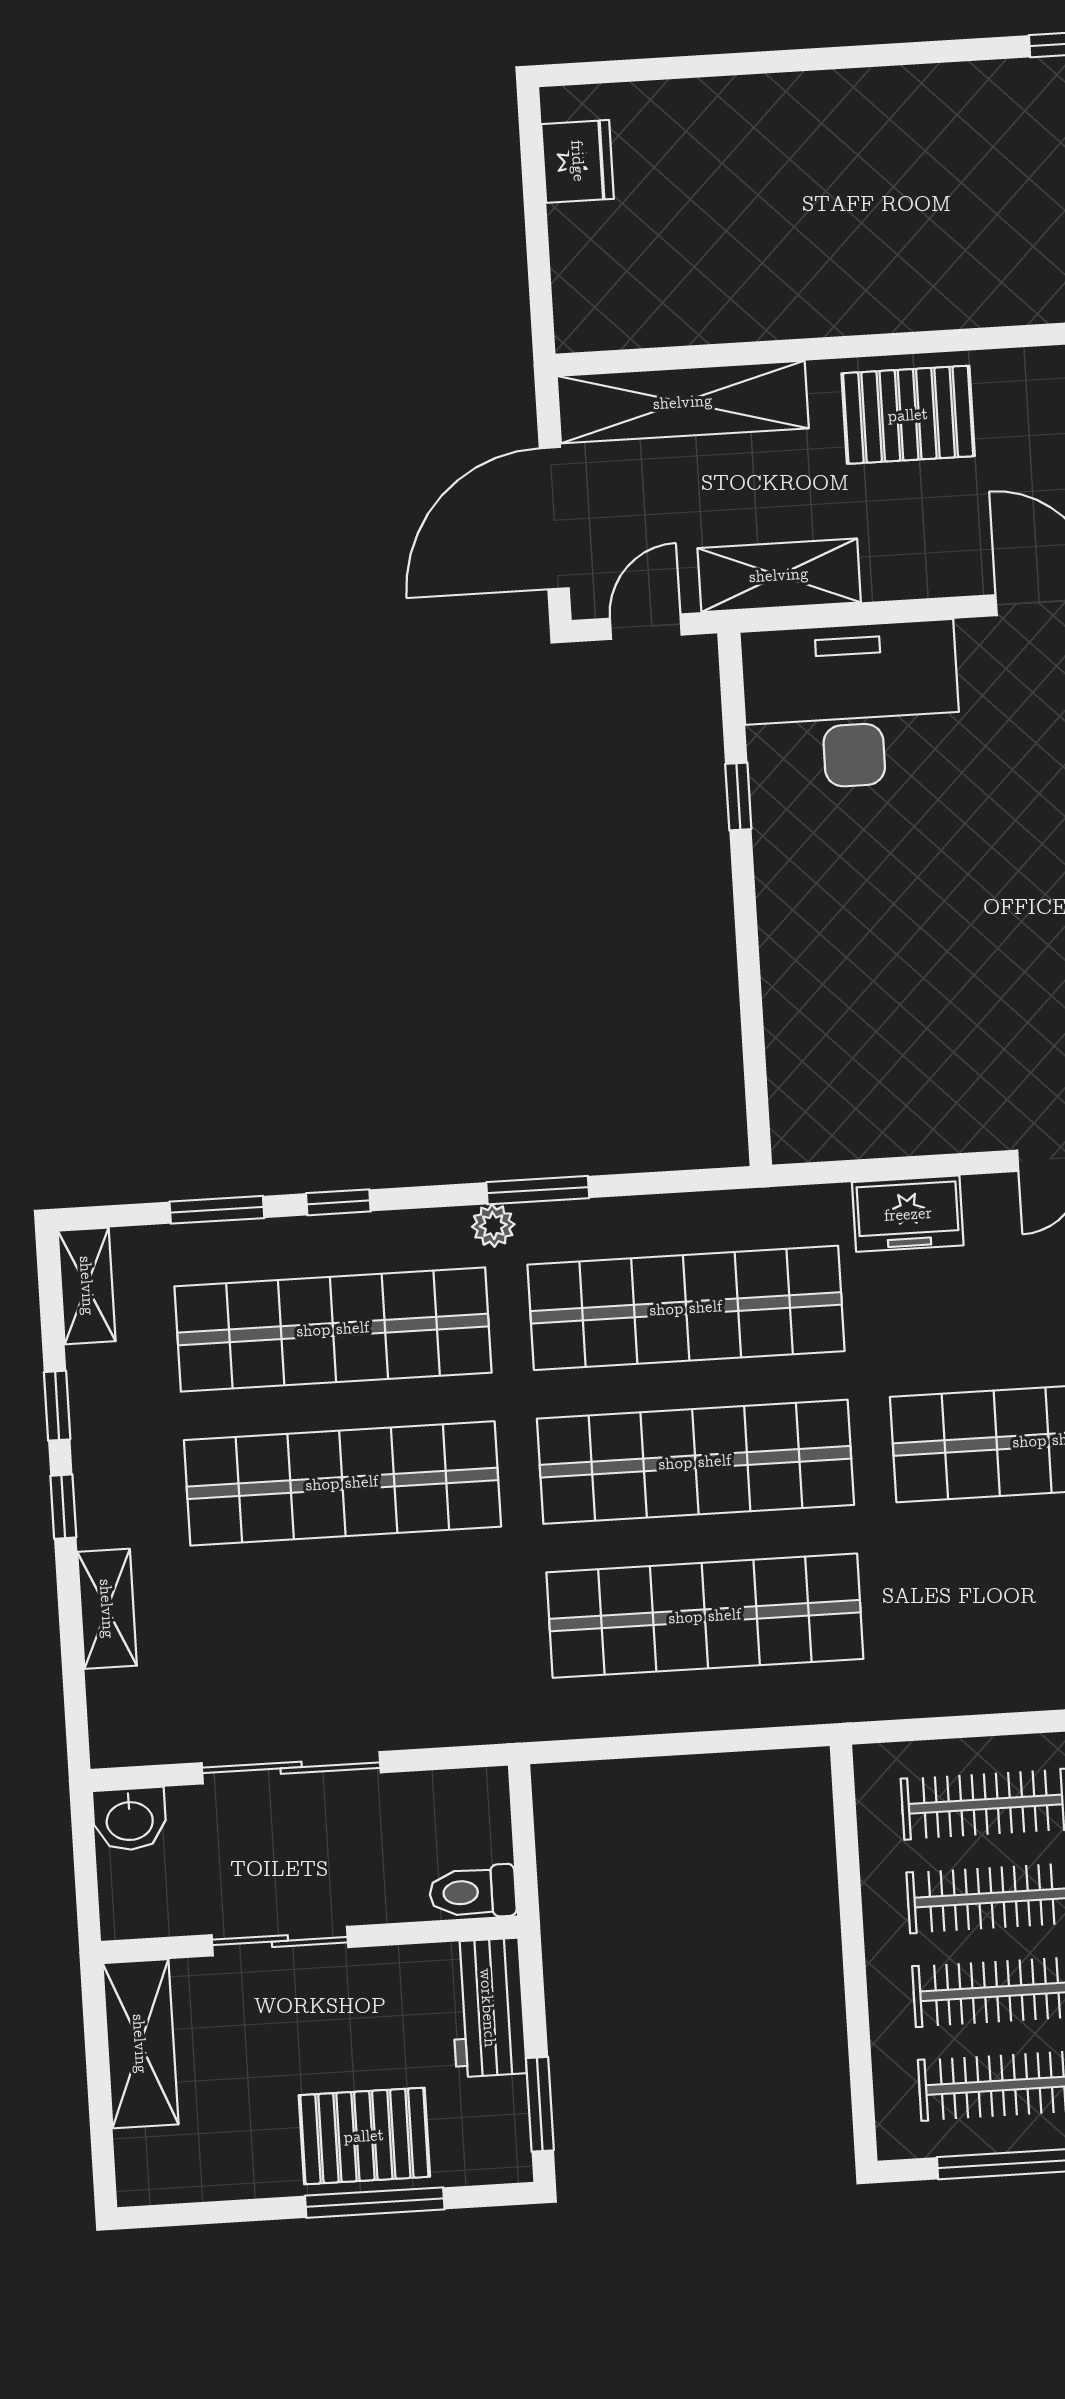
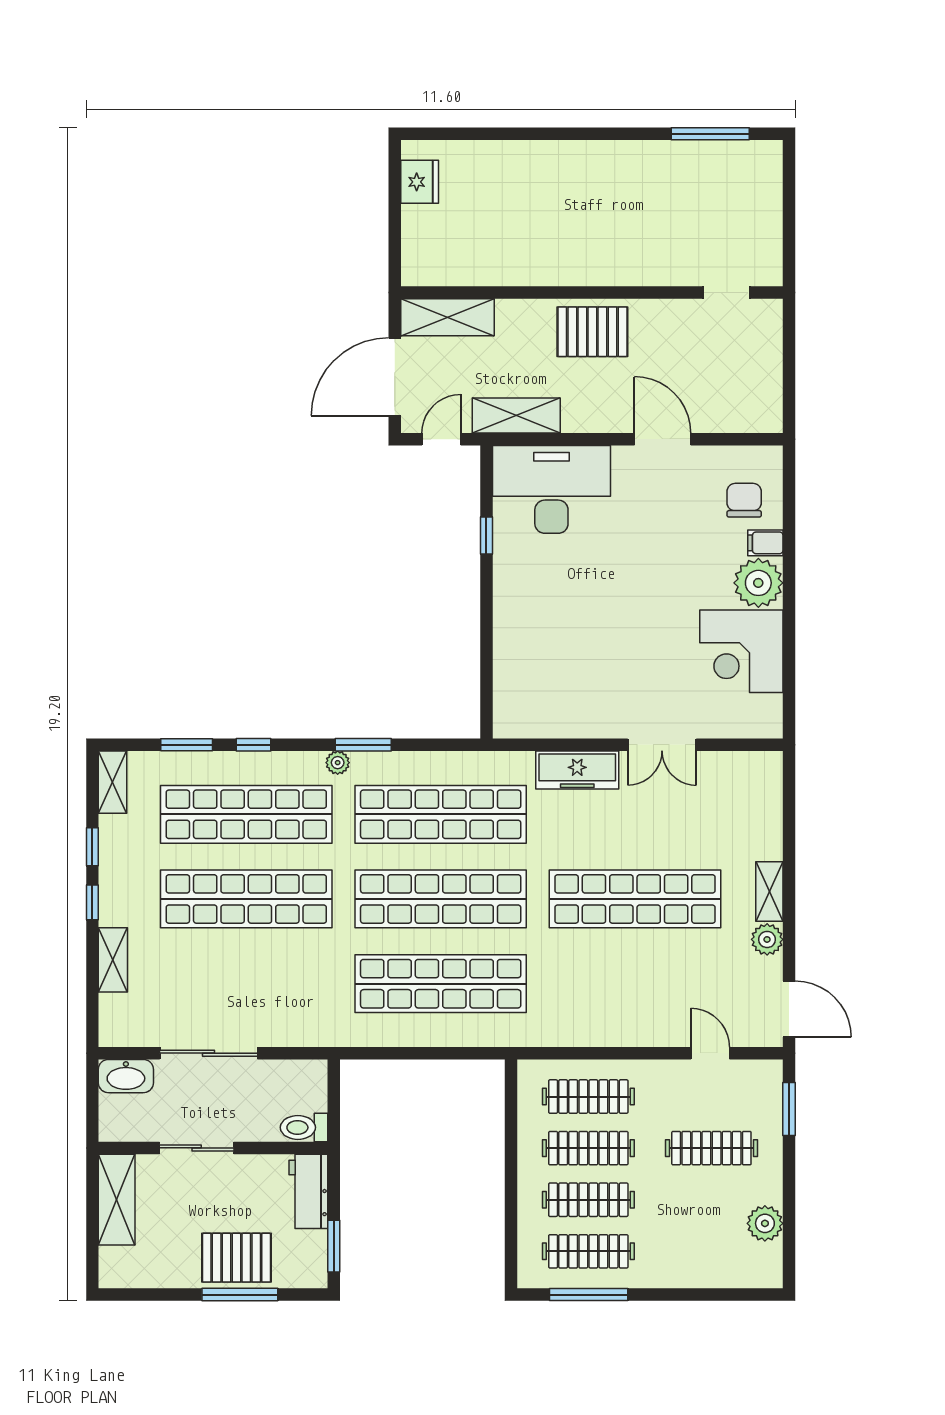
shelving: (683, 402) -> (447, 317), width x0.68
freezer: (908, 1214) -> (577, 770), width x1.40
washbasin: (130, 1819) -> (126, 1076), width x1.38

